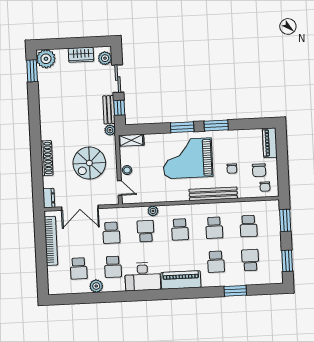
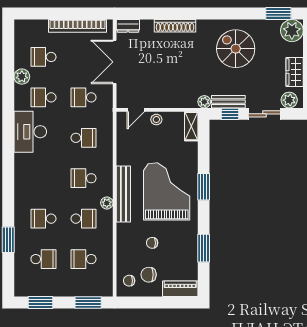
window: (216, 126) -> (204, 248), moved
spiral stairs: (89, 163) -> (236, 49), moved
bench: (213, 194) -> (123, 194), moved
plant: (153, 211) -> (107, 203), moved
school desk: (214, 228) -> (84, 219), turned 180
piano: (181, 280) -> (24, 177), removed

